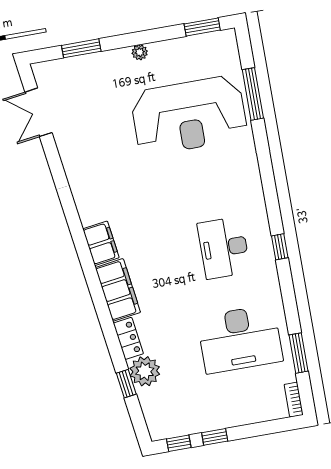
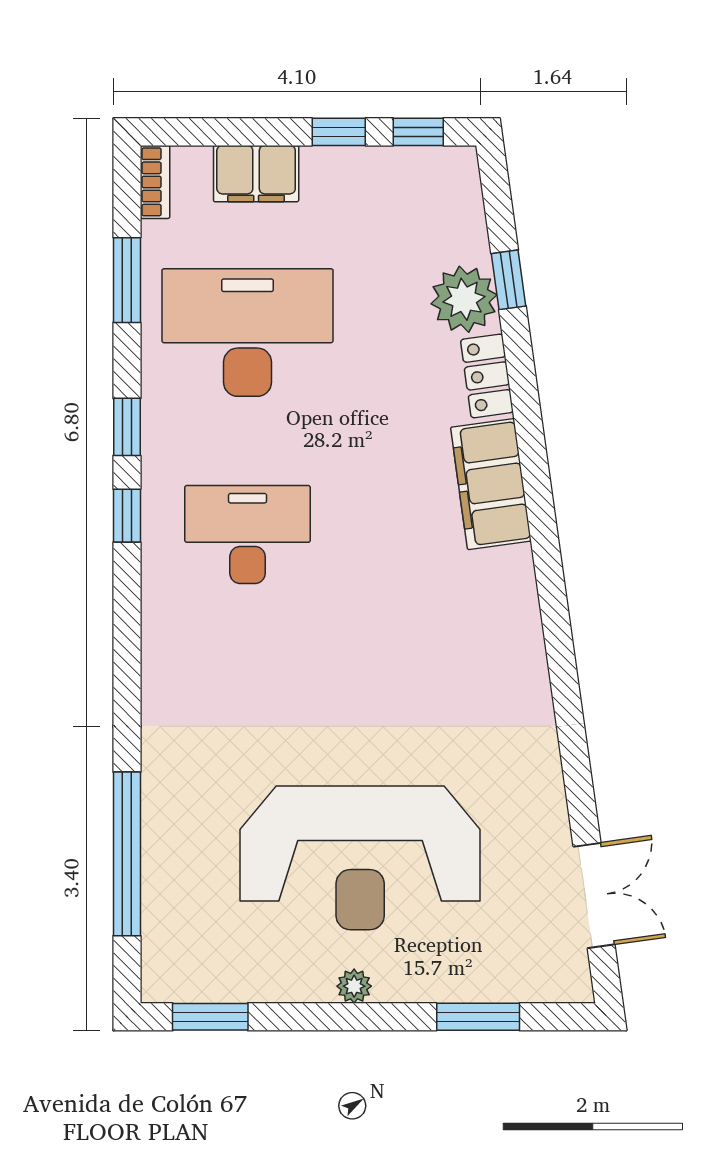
window: (253, 94) -> (127, 854), width x1.46
reception desk: (189, 115) -> (360, 858), moved, turned 180
filing cabinet: (101, 243) -> (256, 174), moved, turned -82
desk: (224, 248) -> (248, 535), turned -90
window: (287, 287) -> (127, 427), added

